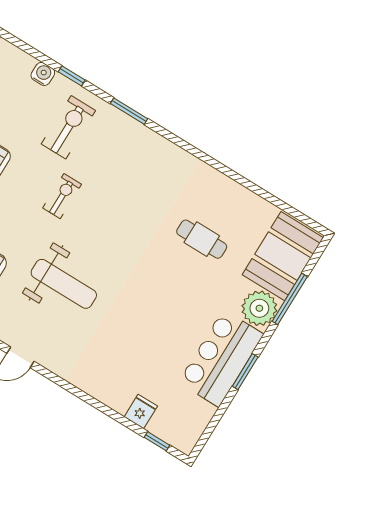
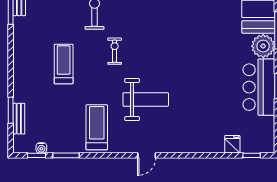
cafe table: (202, 239) -> (207, 27), removed

